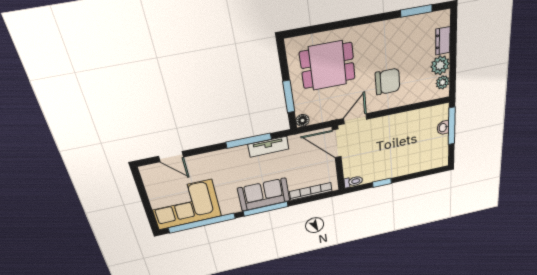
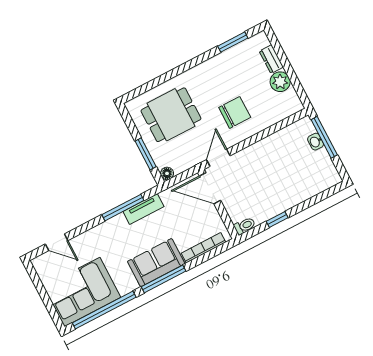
plant: (443, 82) -> (291, 97), removed

